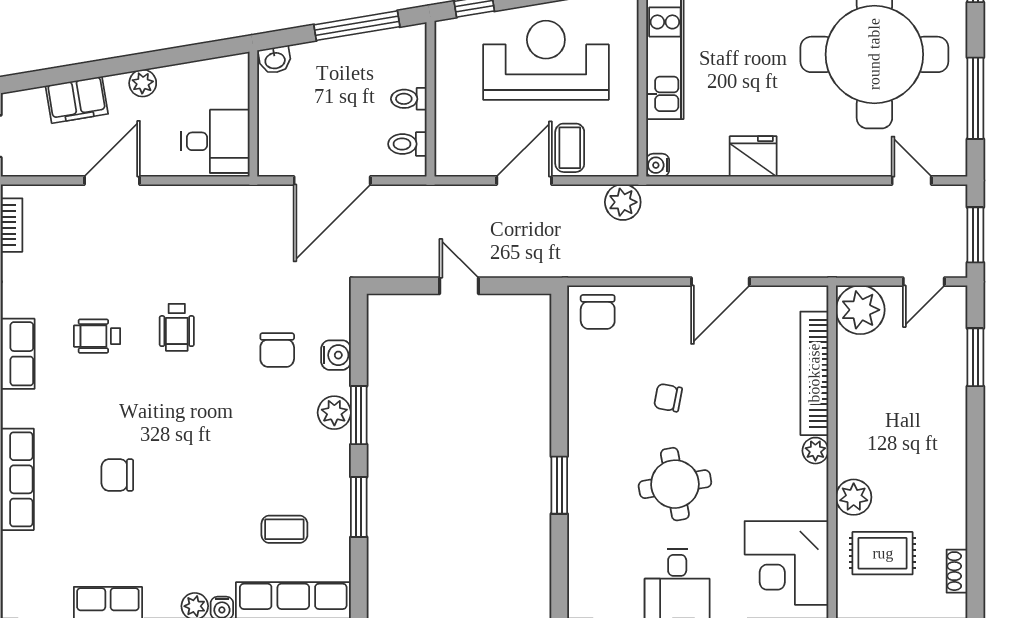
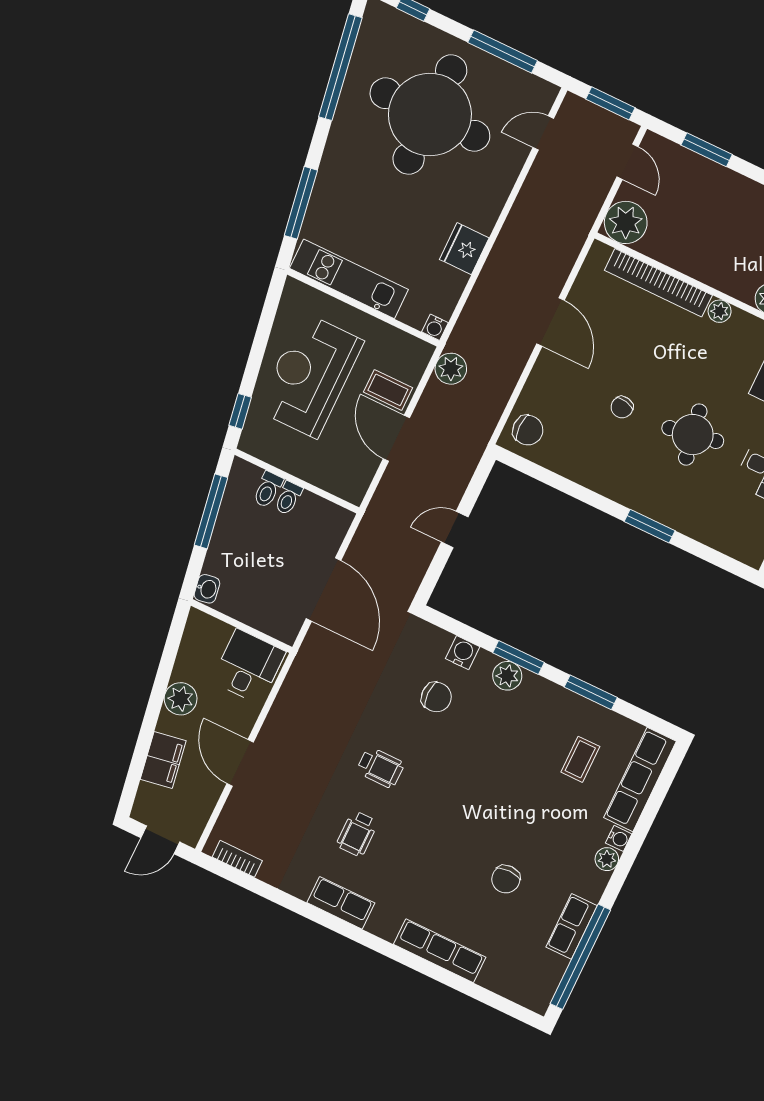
plant: (143, 83) -> (181, 699), width x1.38, depth x1.38
toilet: (407, 144) -> (268, 490), moved
chair: (117, 475) -> (506, 879), moved

